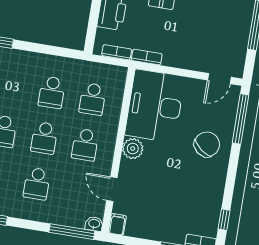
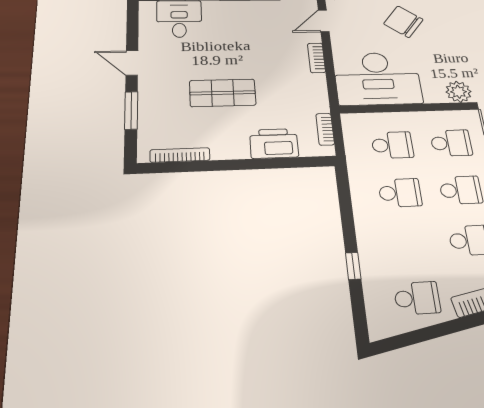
bookcase: (147, 57) -> (317, 58), moved
door: (219, 79) -> (324, 21), swing flipped
plant: (133, 149) -> (458, 92), moved

